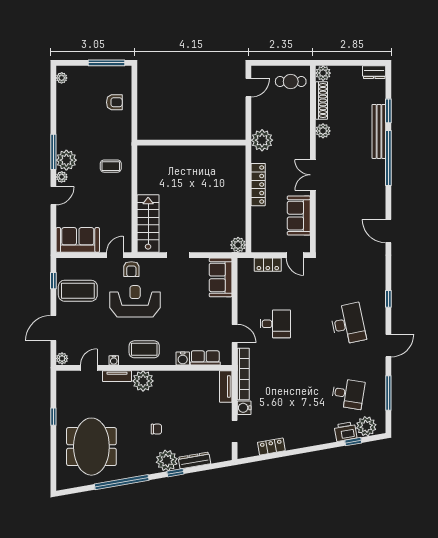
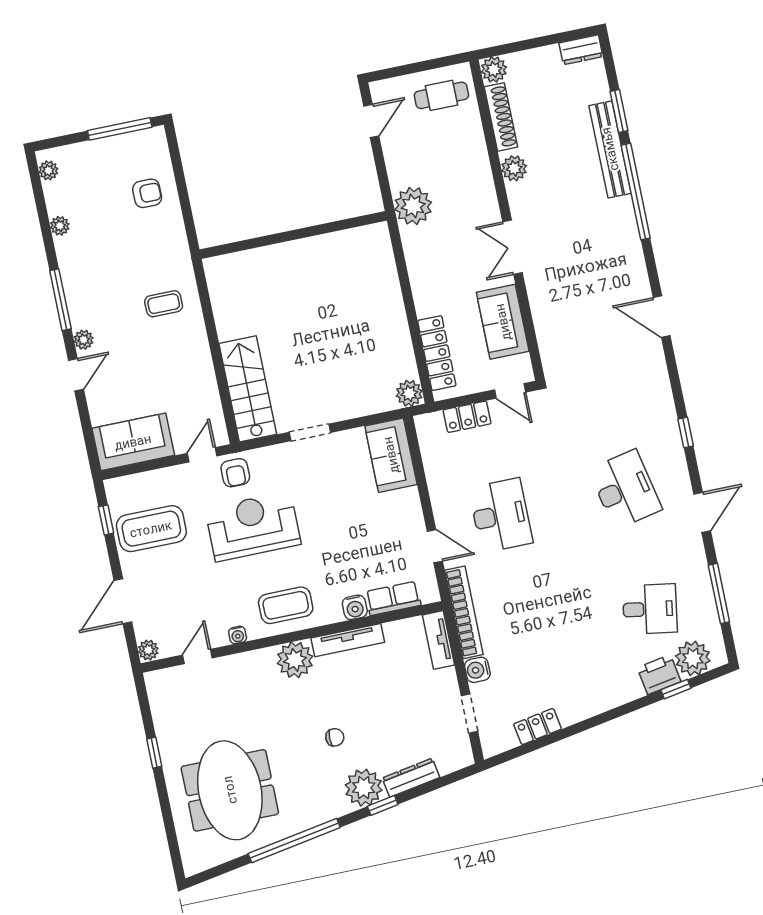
plant: (66, 160) -> (60, 226), moved, width x0.53, depth x0.53
locker: (258, 185) -> (437, 353), moved
desk: (275, 324) -> (501, 515), width x1.37
tv unit: (117, 376) -> (348, 640), moved, width x1.41

